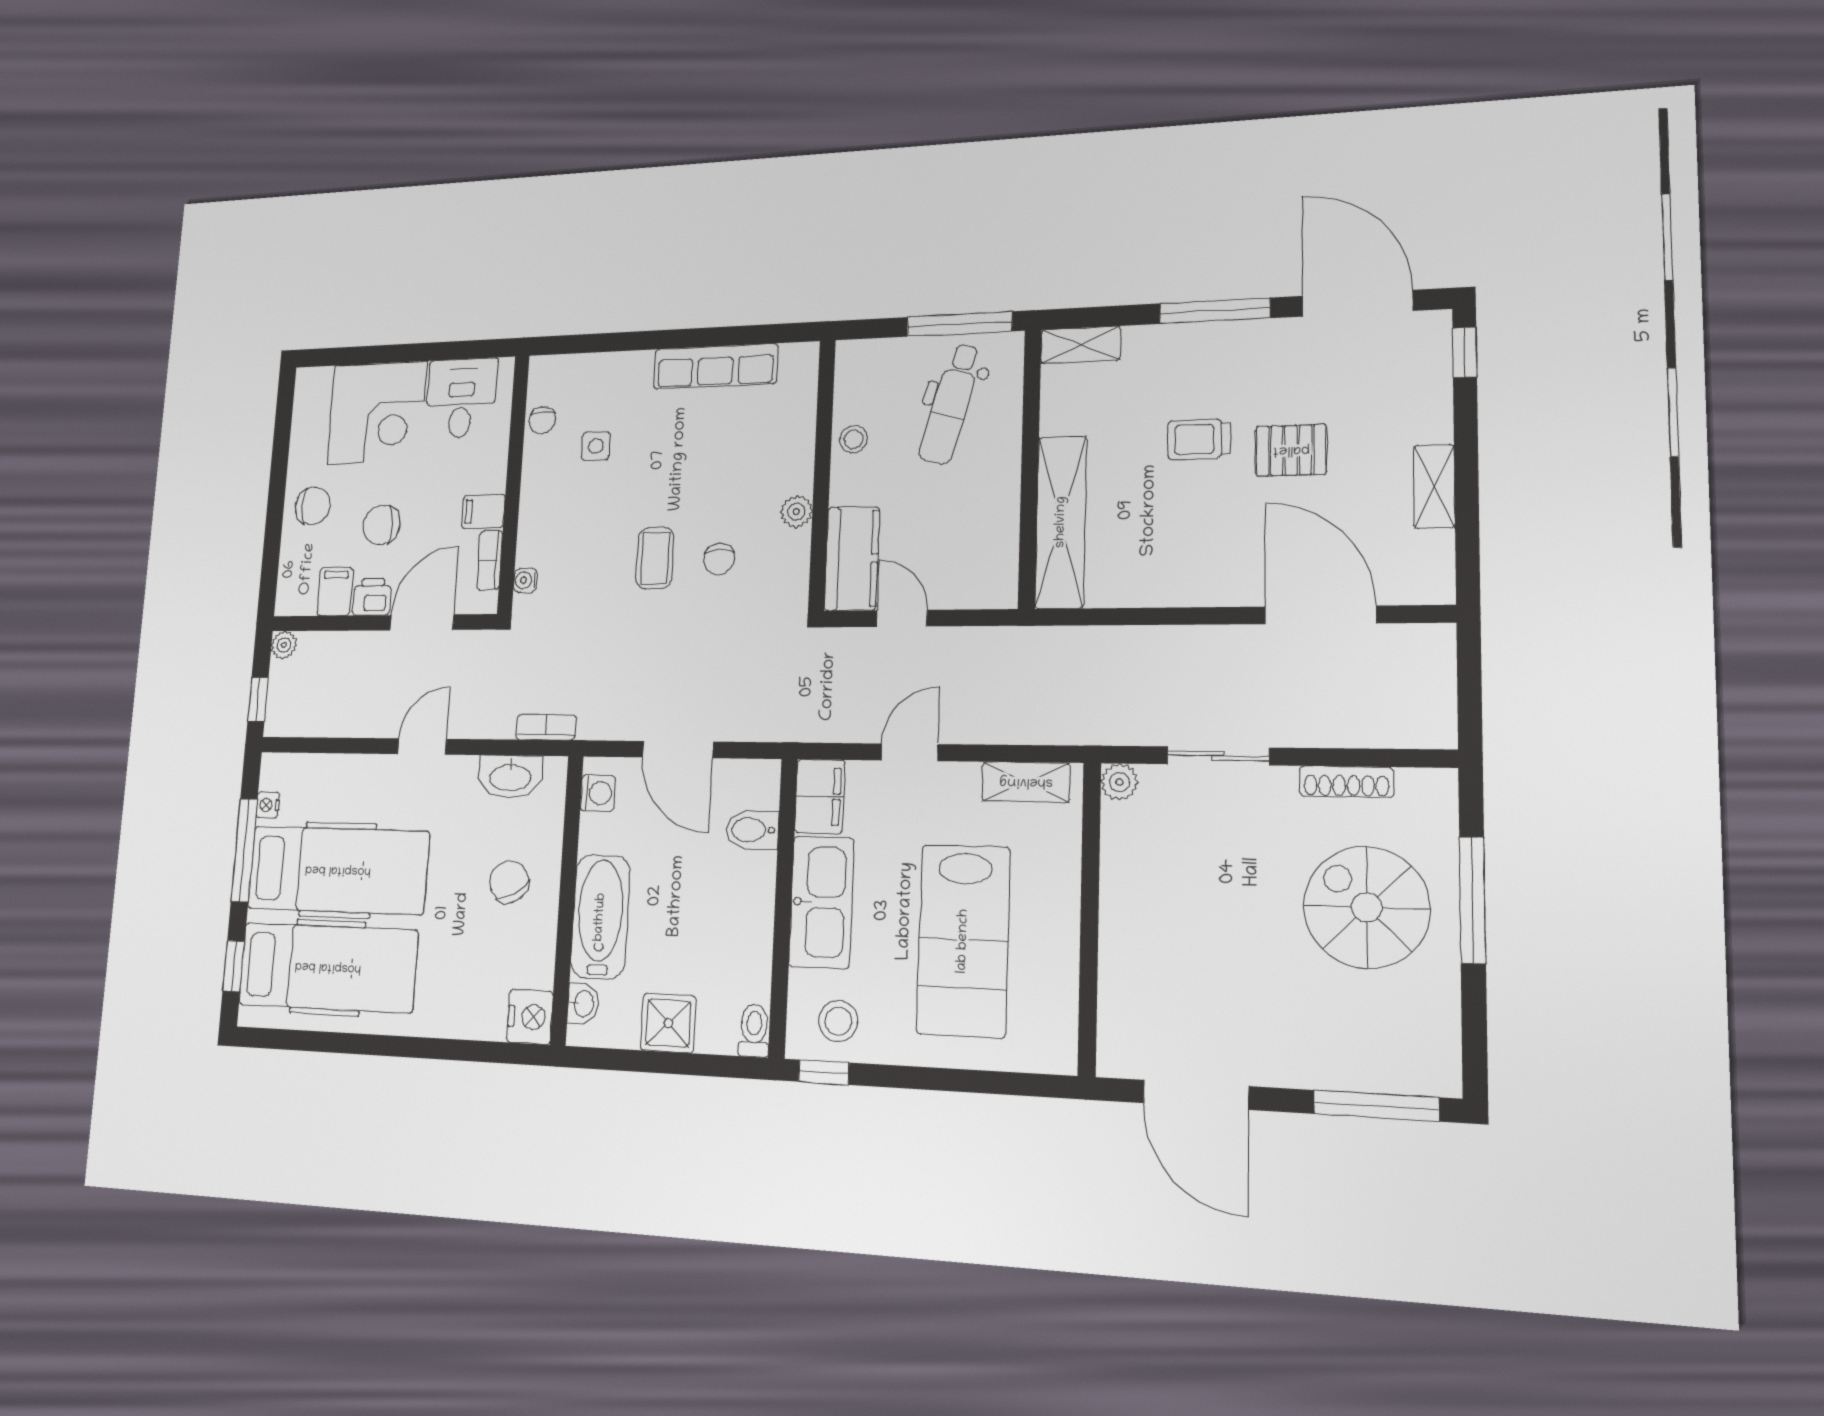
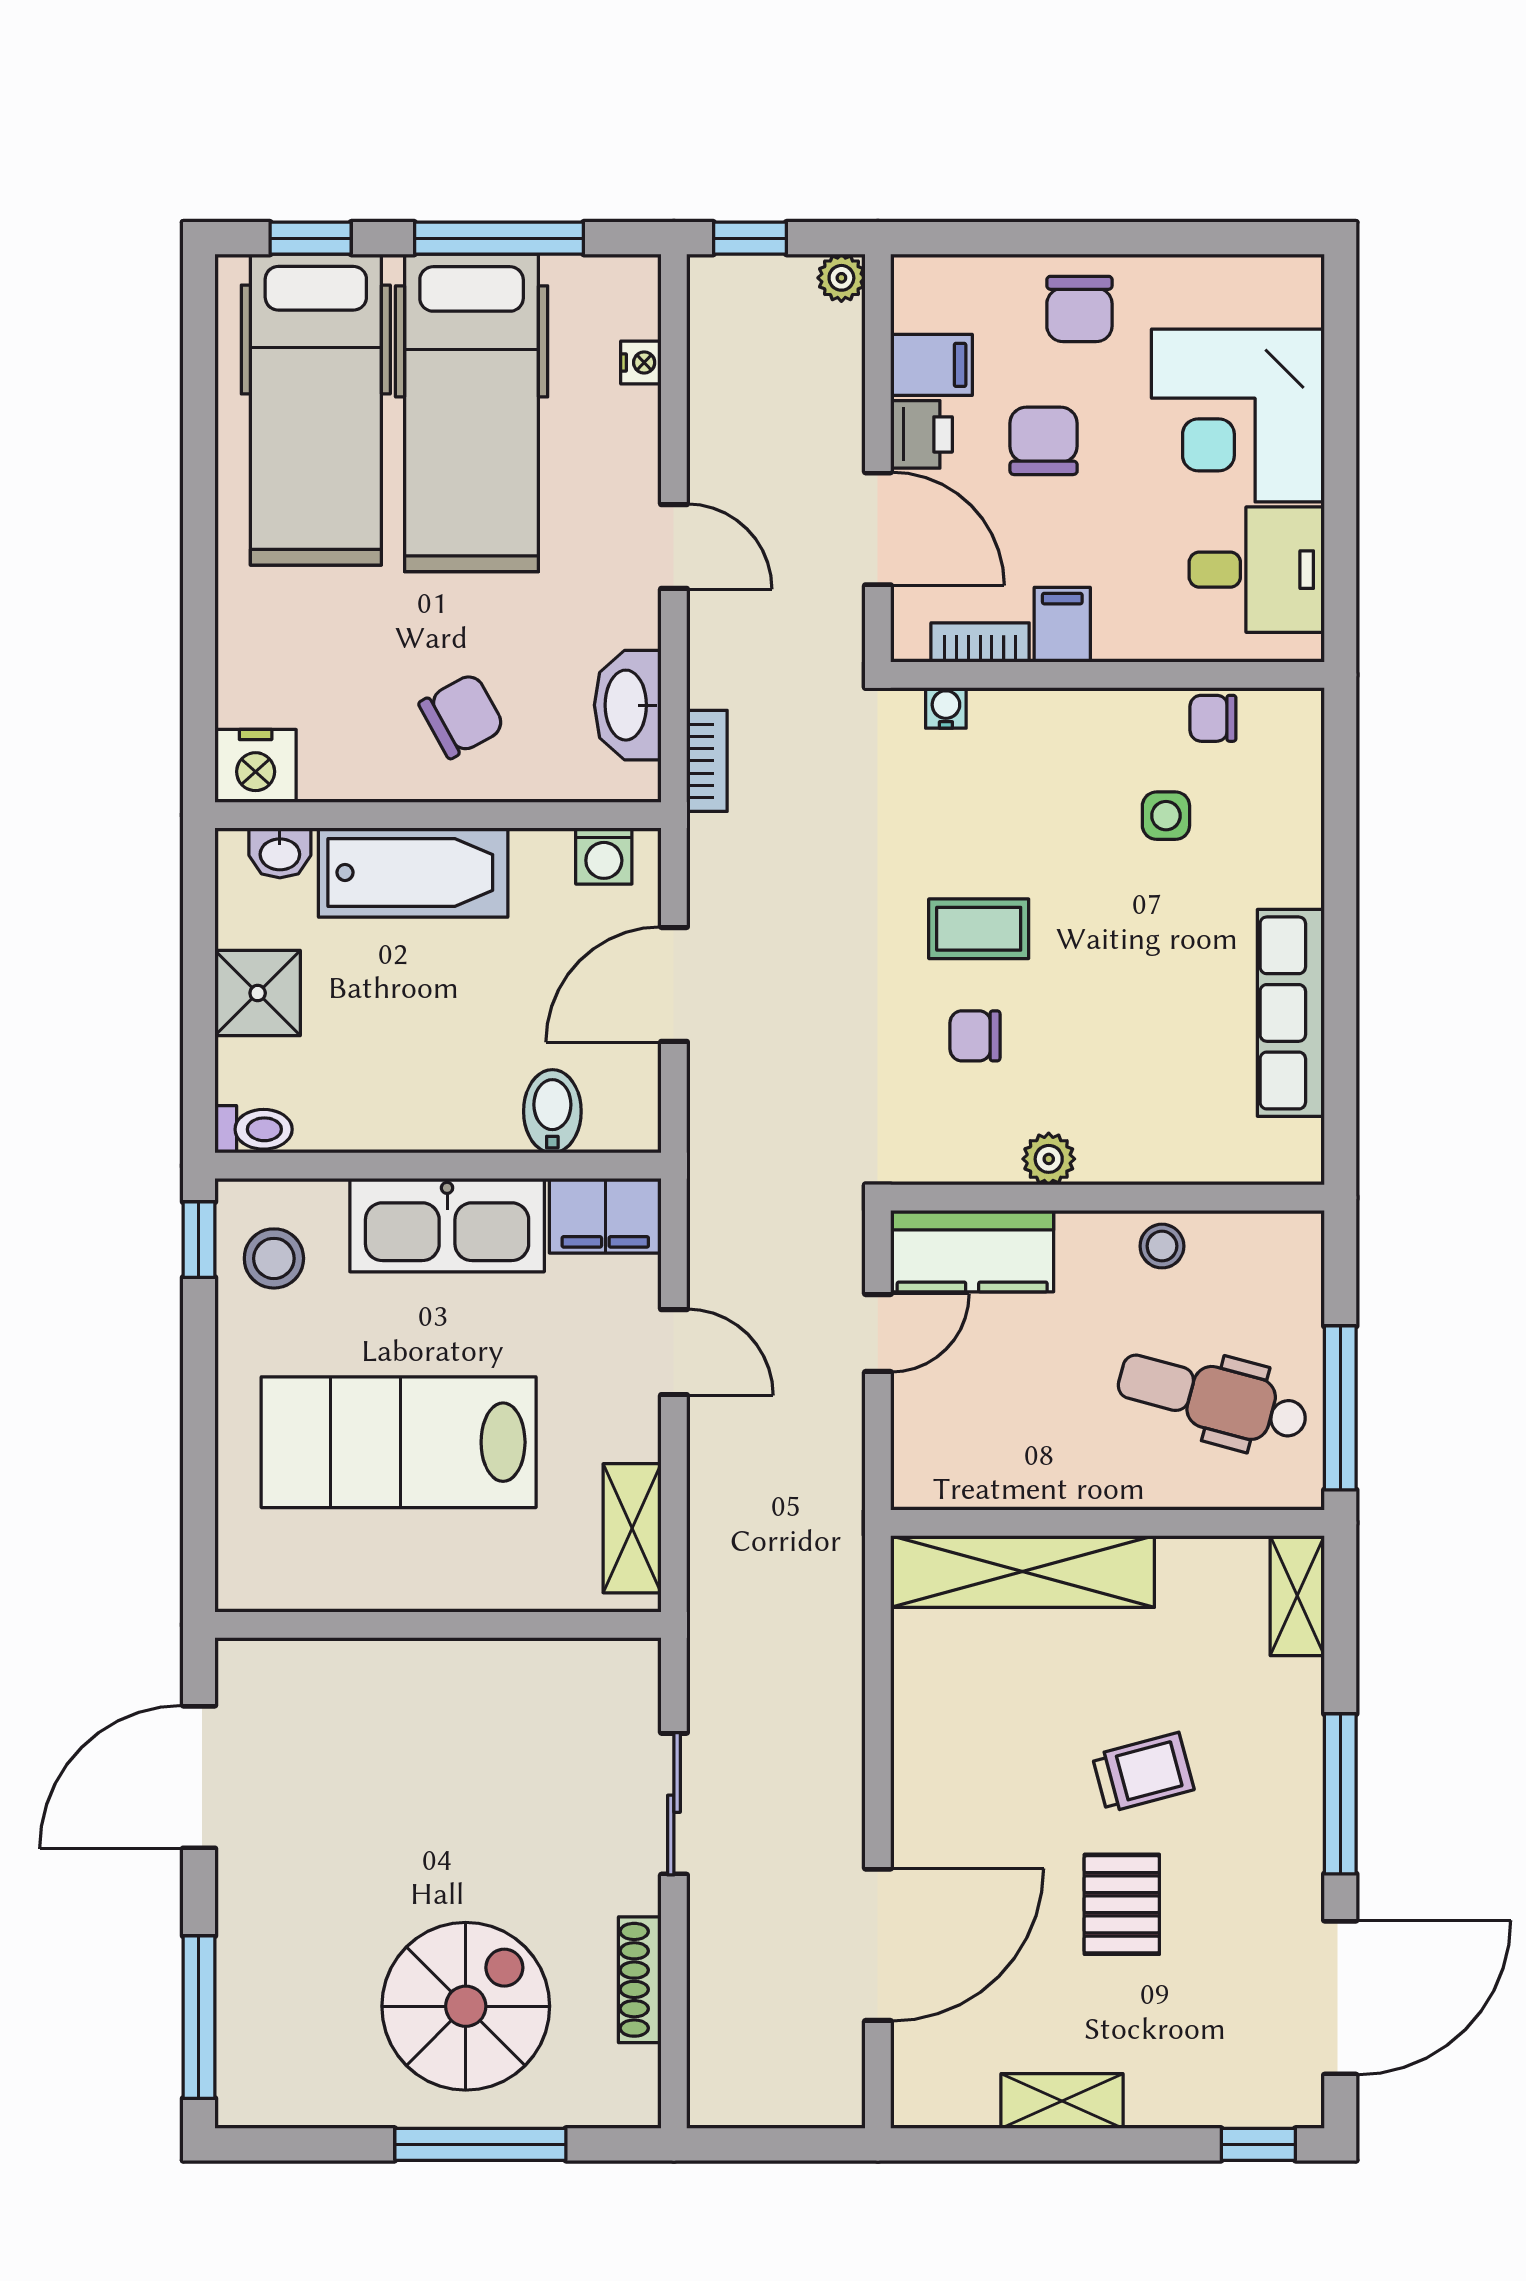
trolley: (1199, 439) -> (1143, 1772), turned 75
plant: (1119, 782) -> (634, 1664), removed
nightstand: (268, 805) -> (641, 363), moved, turned 90

